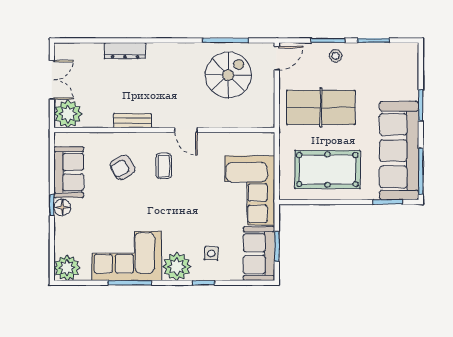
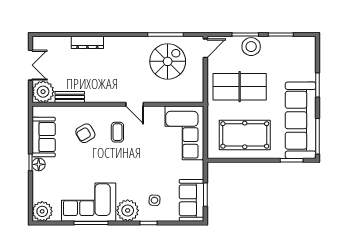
stool: (336, 56) -> (251, 47), width x1.89, depth x1.89
bench: (132, 121) -> (70, 97), moved
corner sofa: (250, 190) -> (184, 133), moved

